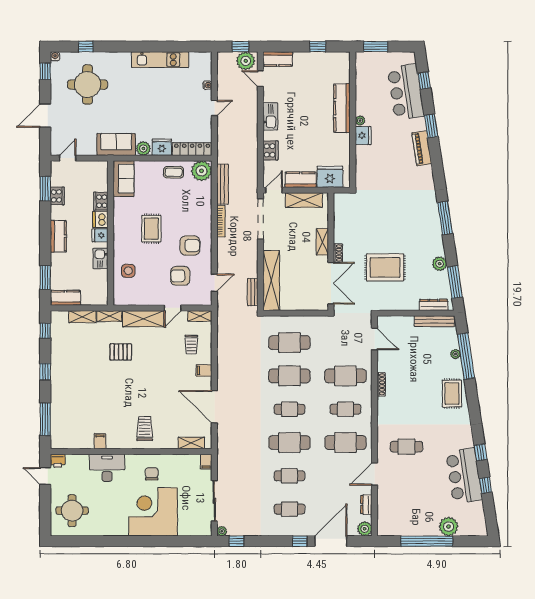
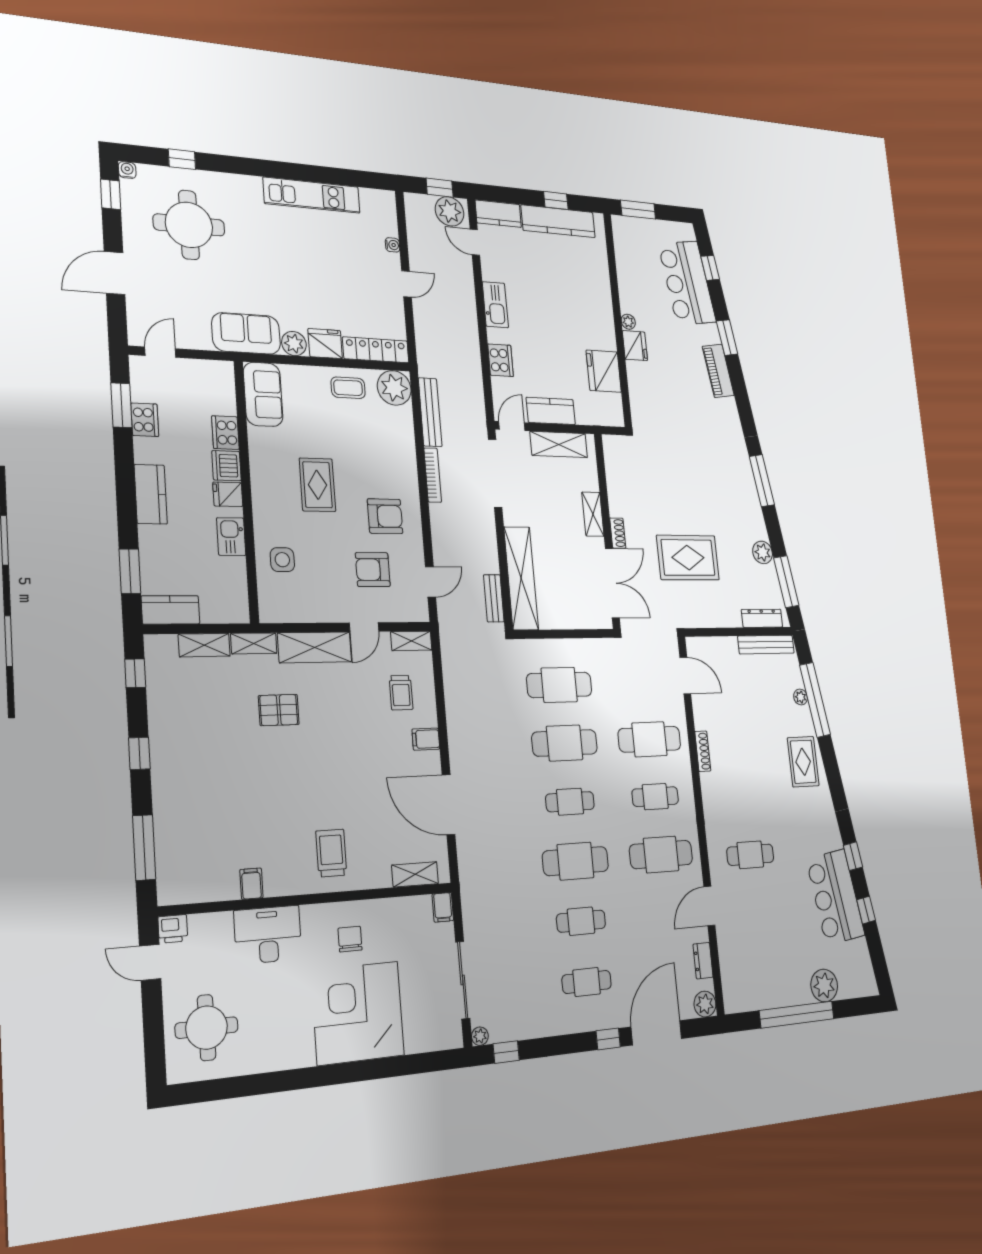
kitchen counter: (342, 108) -> (558, 221), moved, turned -90
fridge: (330, 177) -> (604, 371), moved, turned -90

